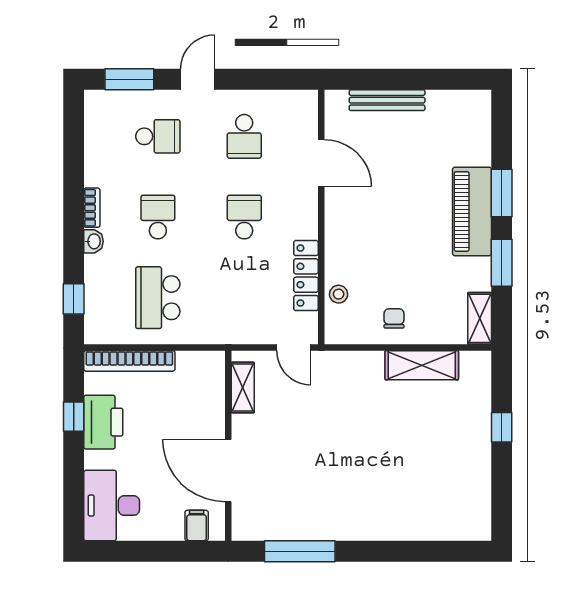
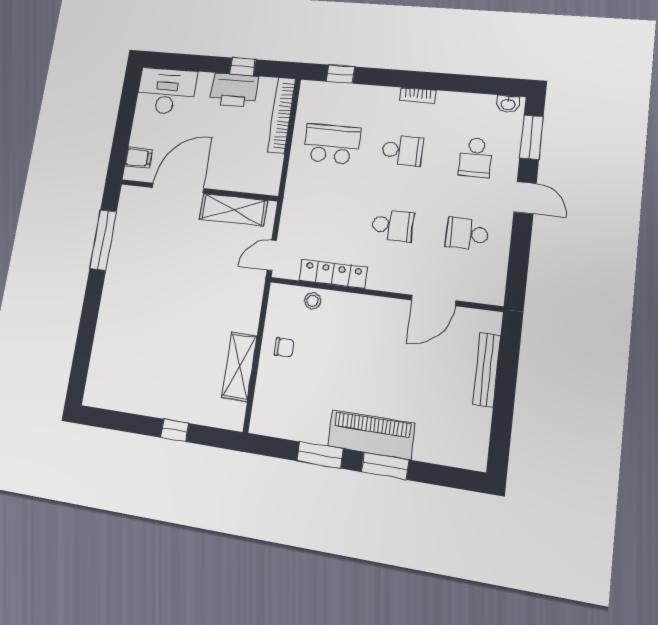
washbasin: (94, 241) -> (508, 104), moved
shelving: (480, 318) -> (273, 426), removed
shelving: (243, 388) -> (233, 210), width x1.50, depth x1.33

